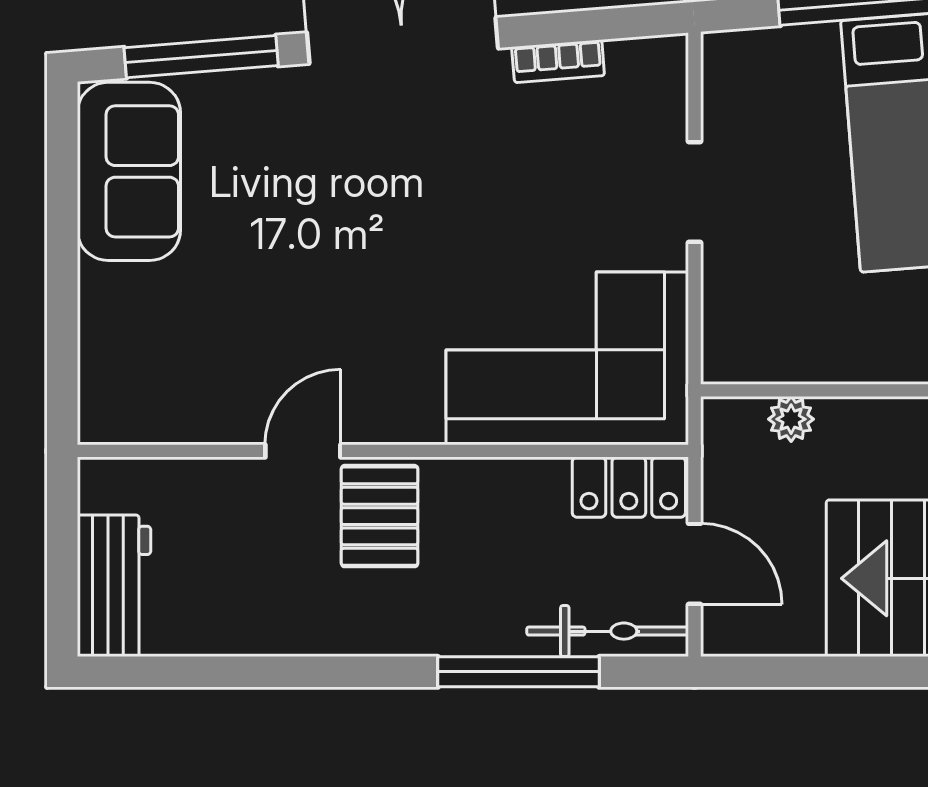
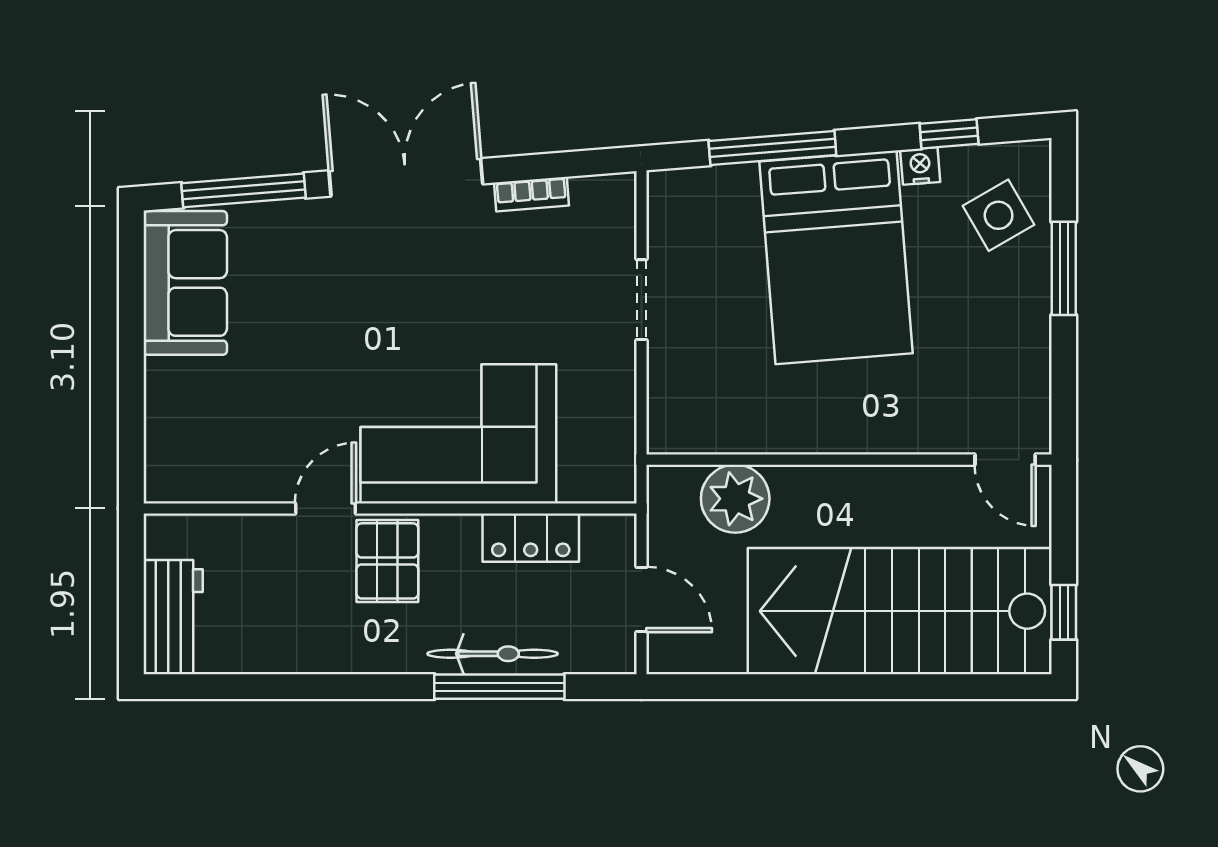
corner sofa: (567, 358) -> (458, 434), moved
plant: (791, 419) -> (735, 499), width x1.87, depth x1.87
locker: (629, 487) -> (531, 538), moved
bicycle: (608, 631) -> (493, 654), moved

